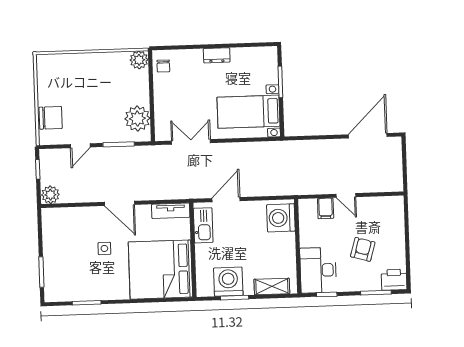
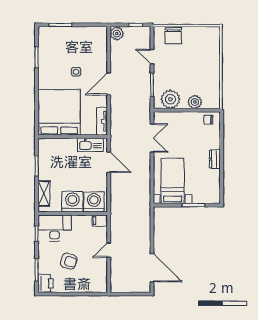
plant: (139, 60) -> (195, 102), moved
filing cabinet: (326, 208) -> (100, 221), moved
washing machine: (228, 282) -> (72, 202), moved, turned -90

